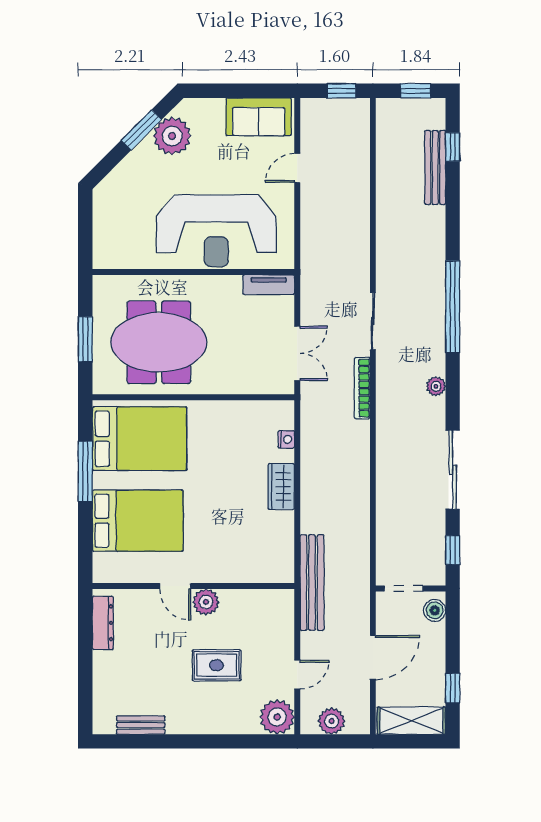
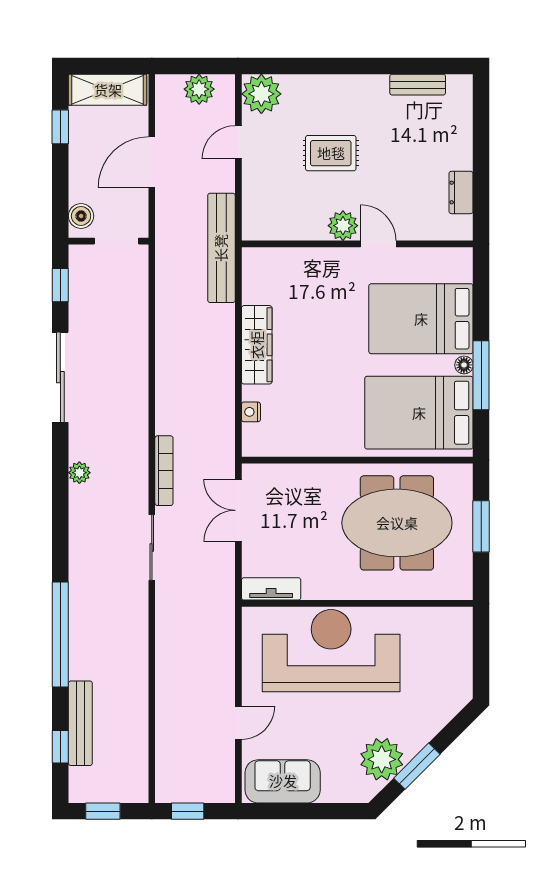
window: (453, 307) -> (60, 635), moved
floor lamp: (100, 480) -> (464, 365), added
wardrobe: (281, 486) -> (257, 345), width x1.50
dresser: (103, 623) -> (461, 192), width x0.70

